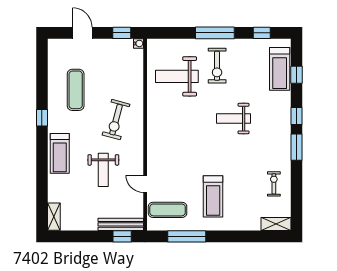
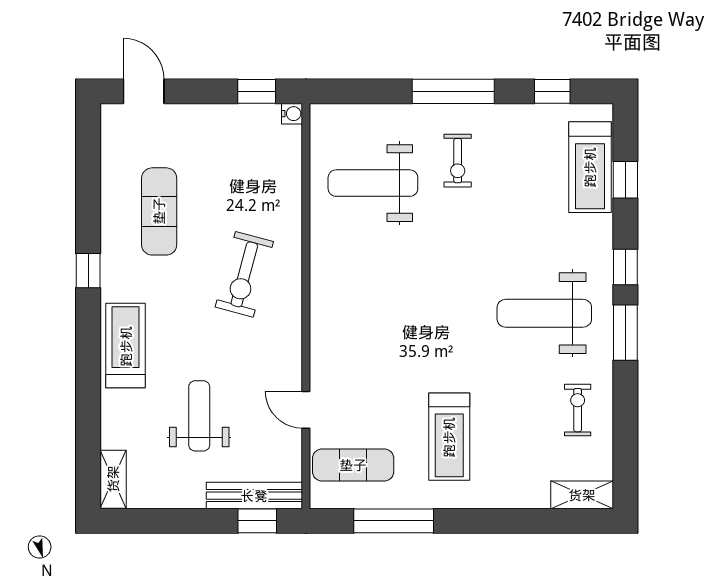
door: (82, 33) -> (144, 91), moved
exercise bike: (217, 66) -> (458, 161), width x0.73, depth x0.72
weight bench: (233, 119) -> (544, 313), moved, width x1.36, depth x1.33
treadmill: (60, 153) -> (126, 346), turned 180
weight bench: (103, 170) -> (199, 416), moved, turned 180

